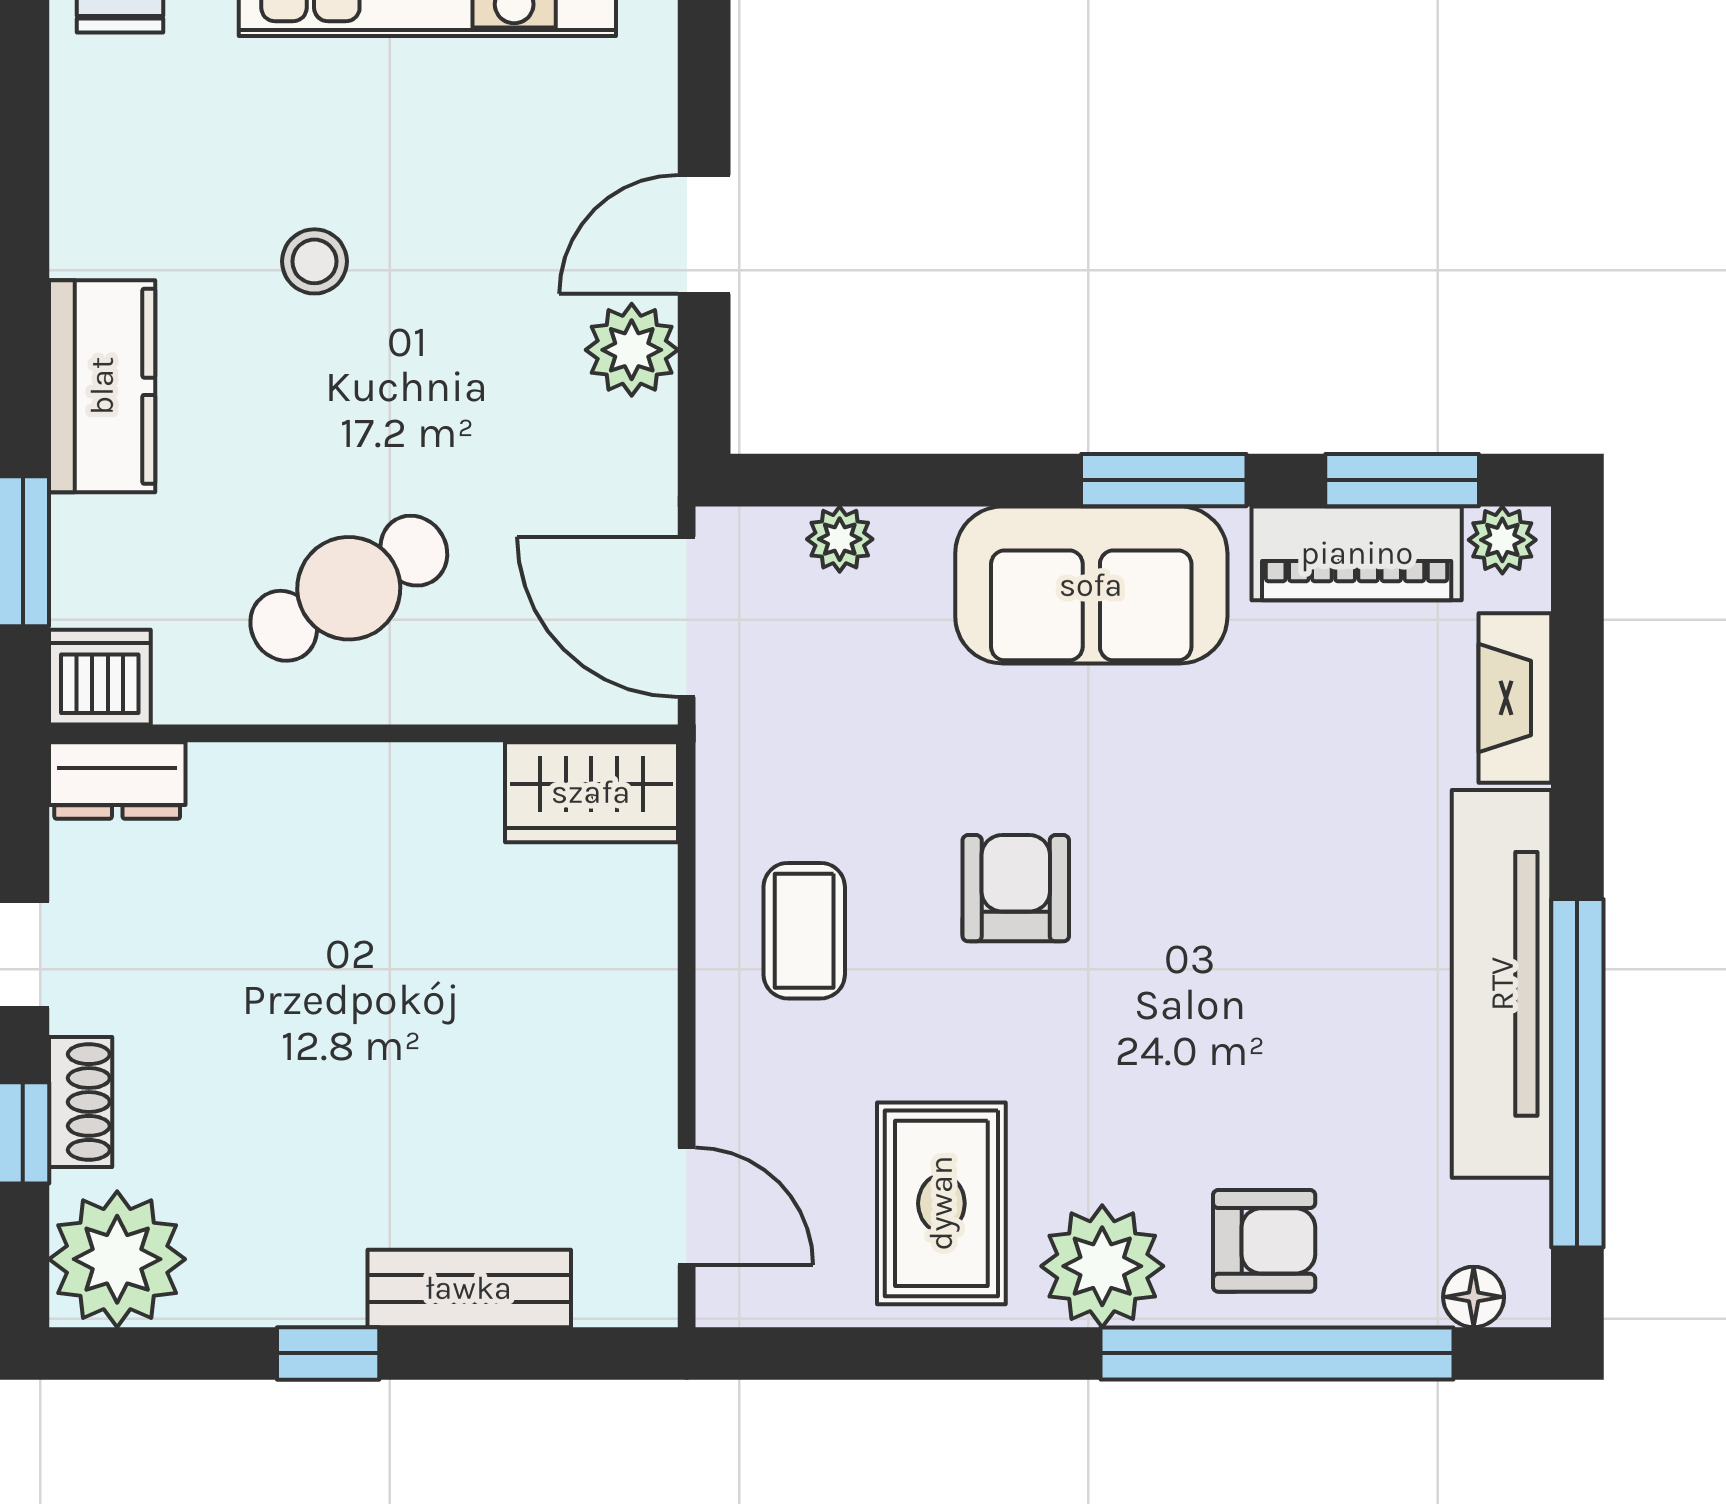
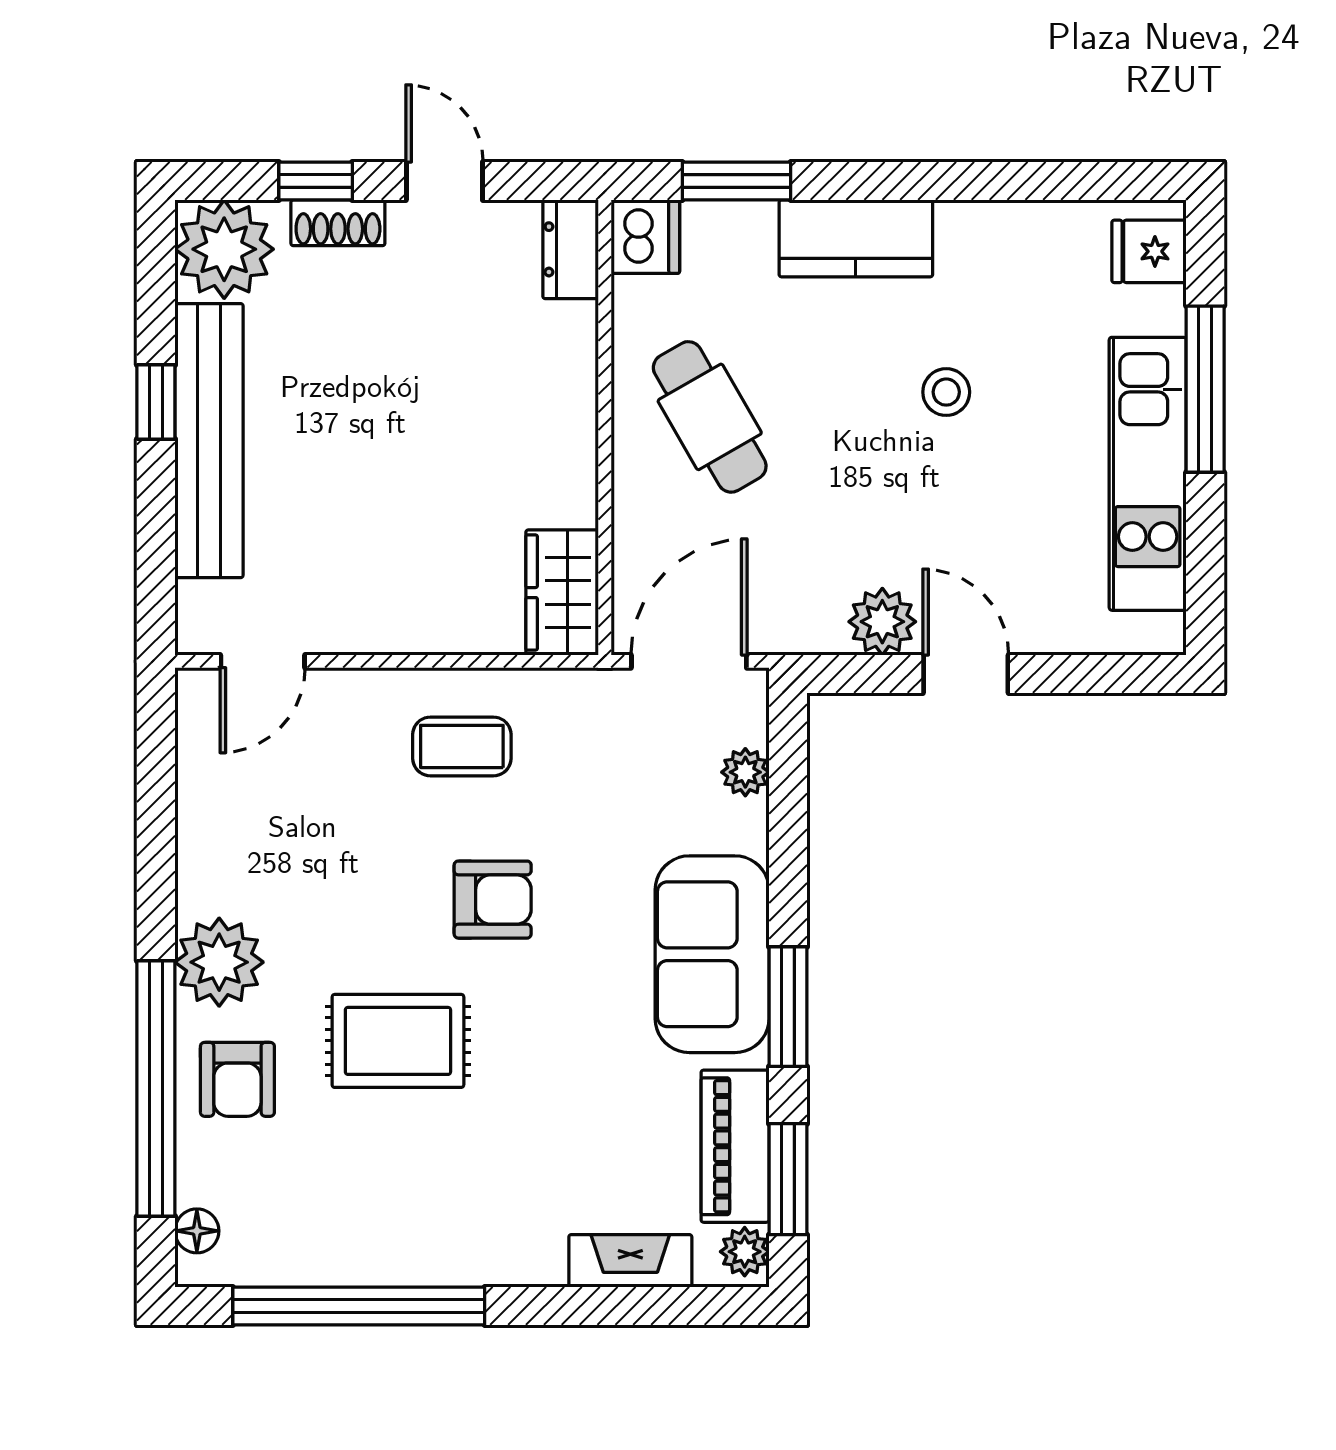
tv unit: (1502, 984) -> (423, 1251), removed
rug: (941, 1203) -> (398, 1041), moved
bench: (469, 1288) -> (209, 441), width x1.86, depth x1.21

